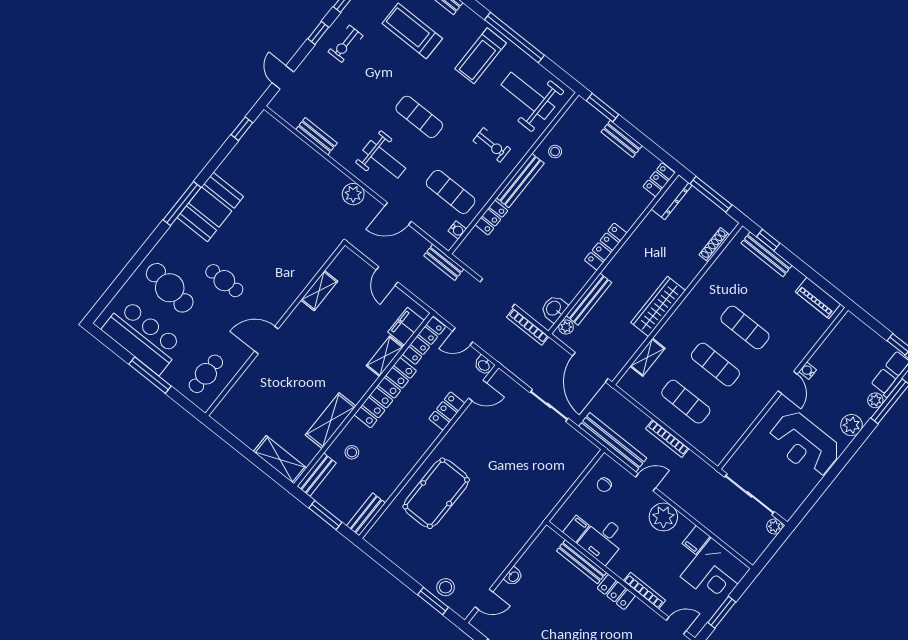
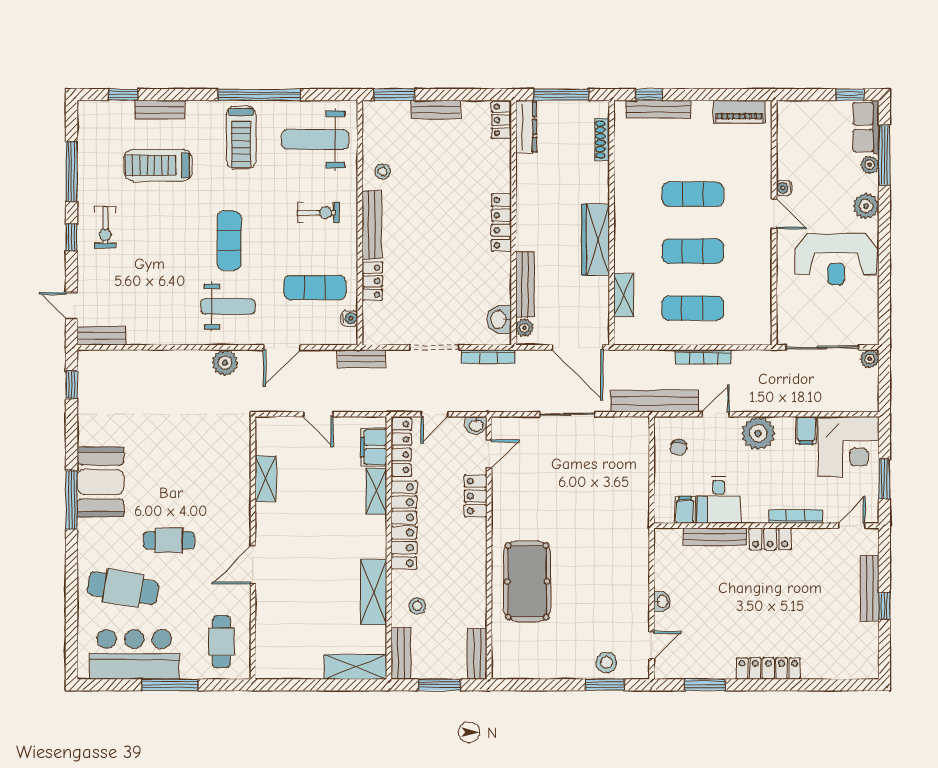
exercise mat: (419, 117) -> (229, 241), turned 90
bench: (316, 136) -> (102, 336), moved

